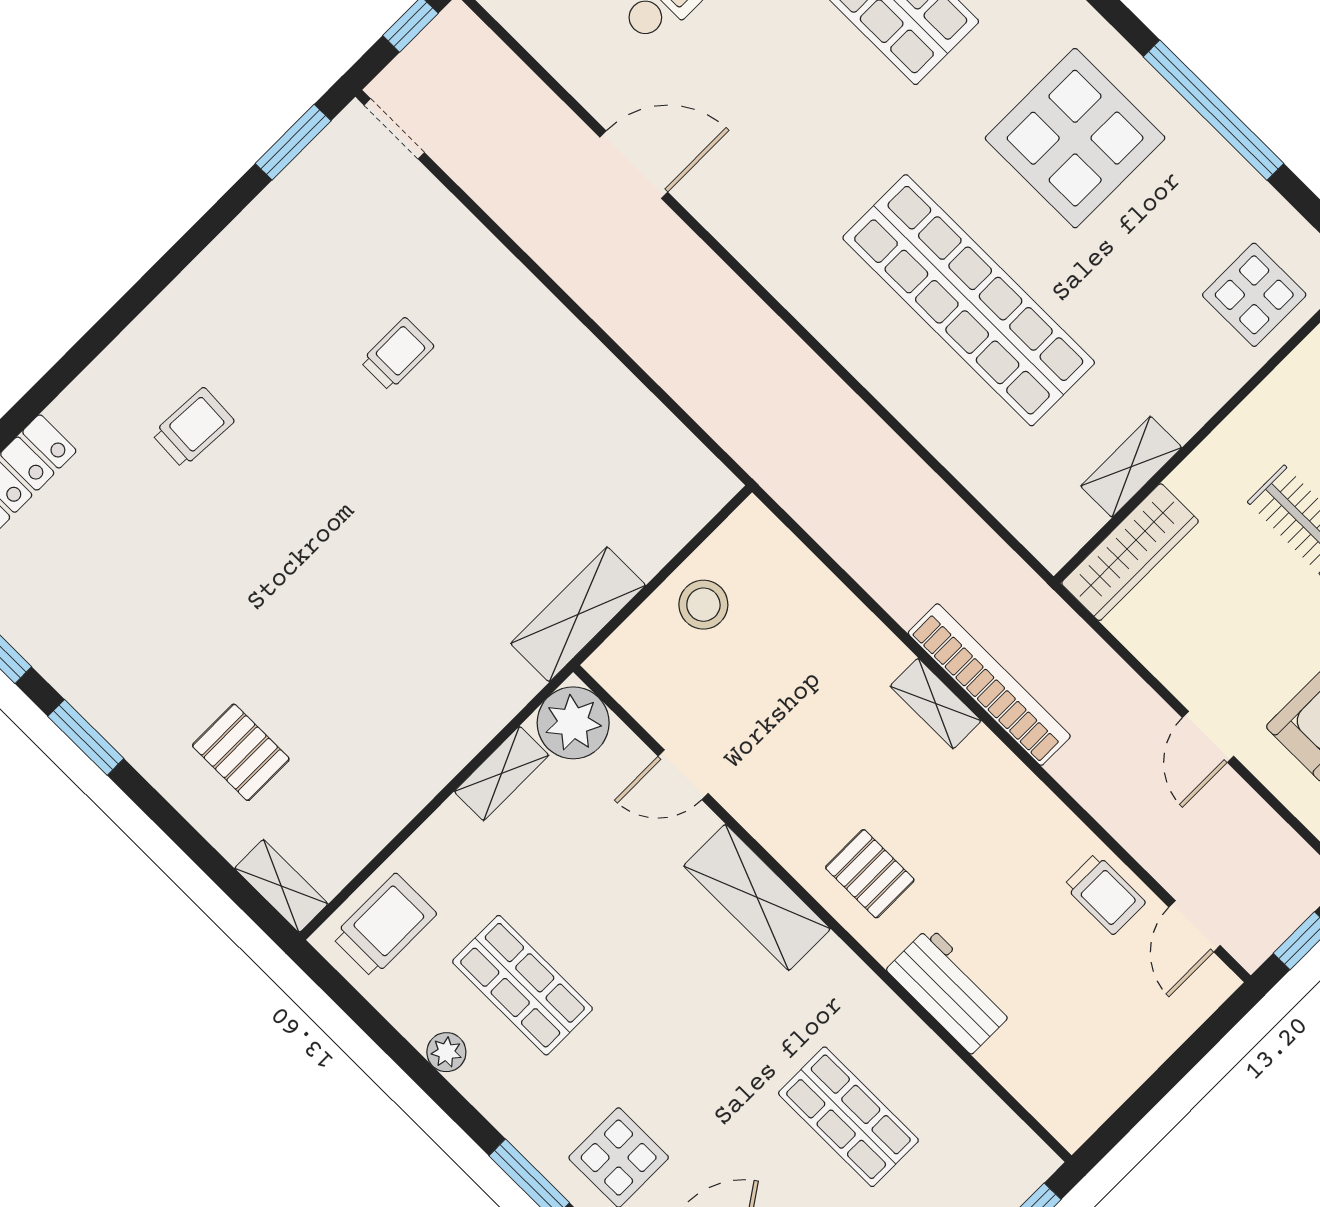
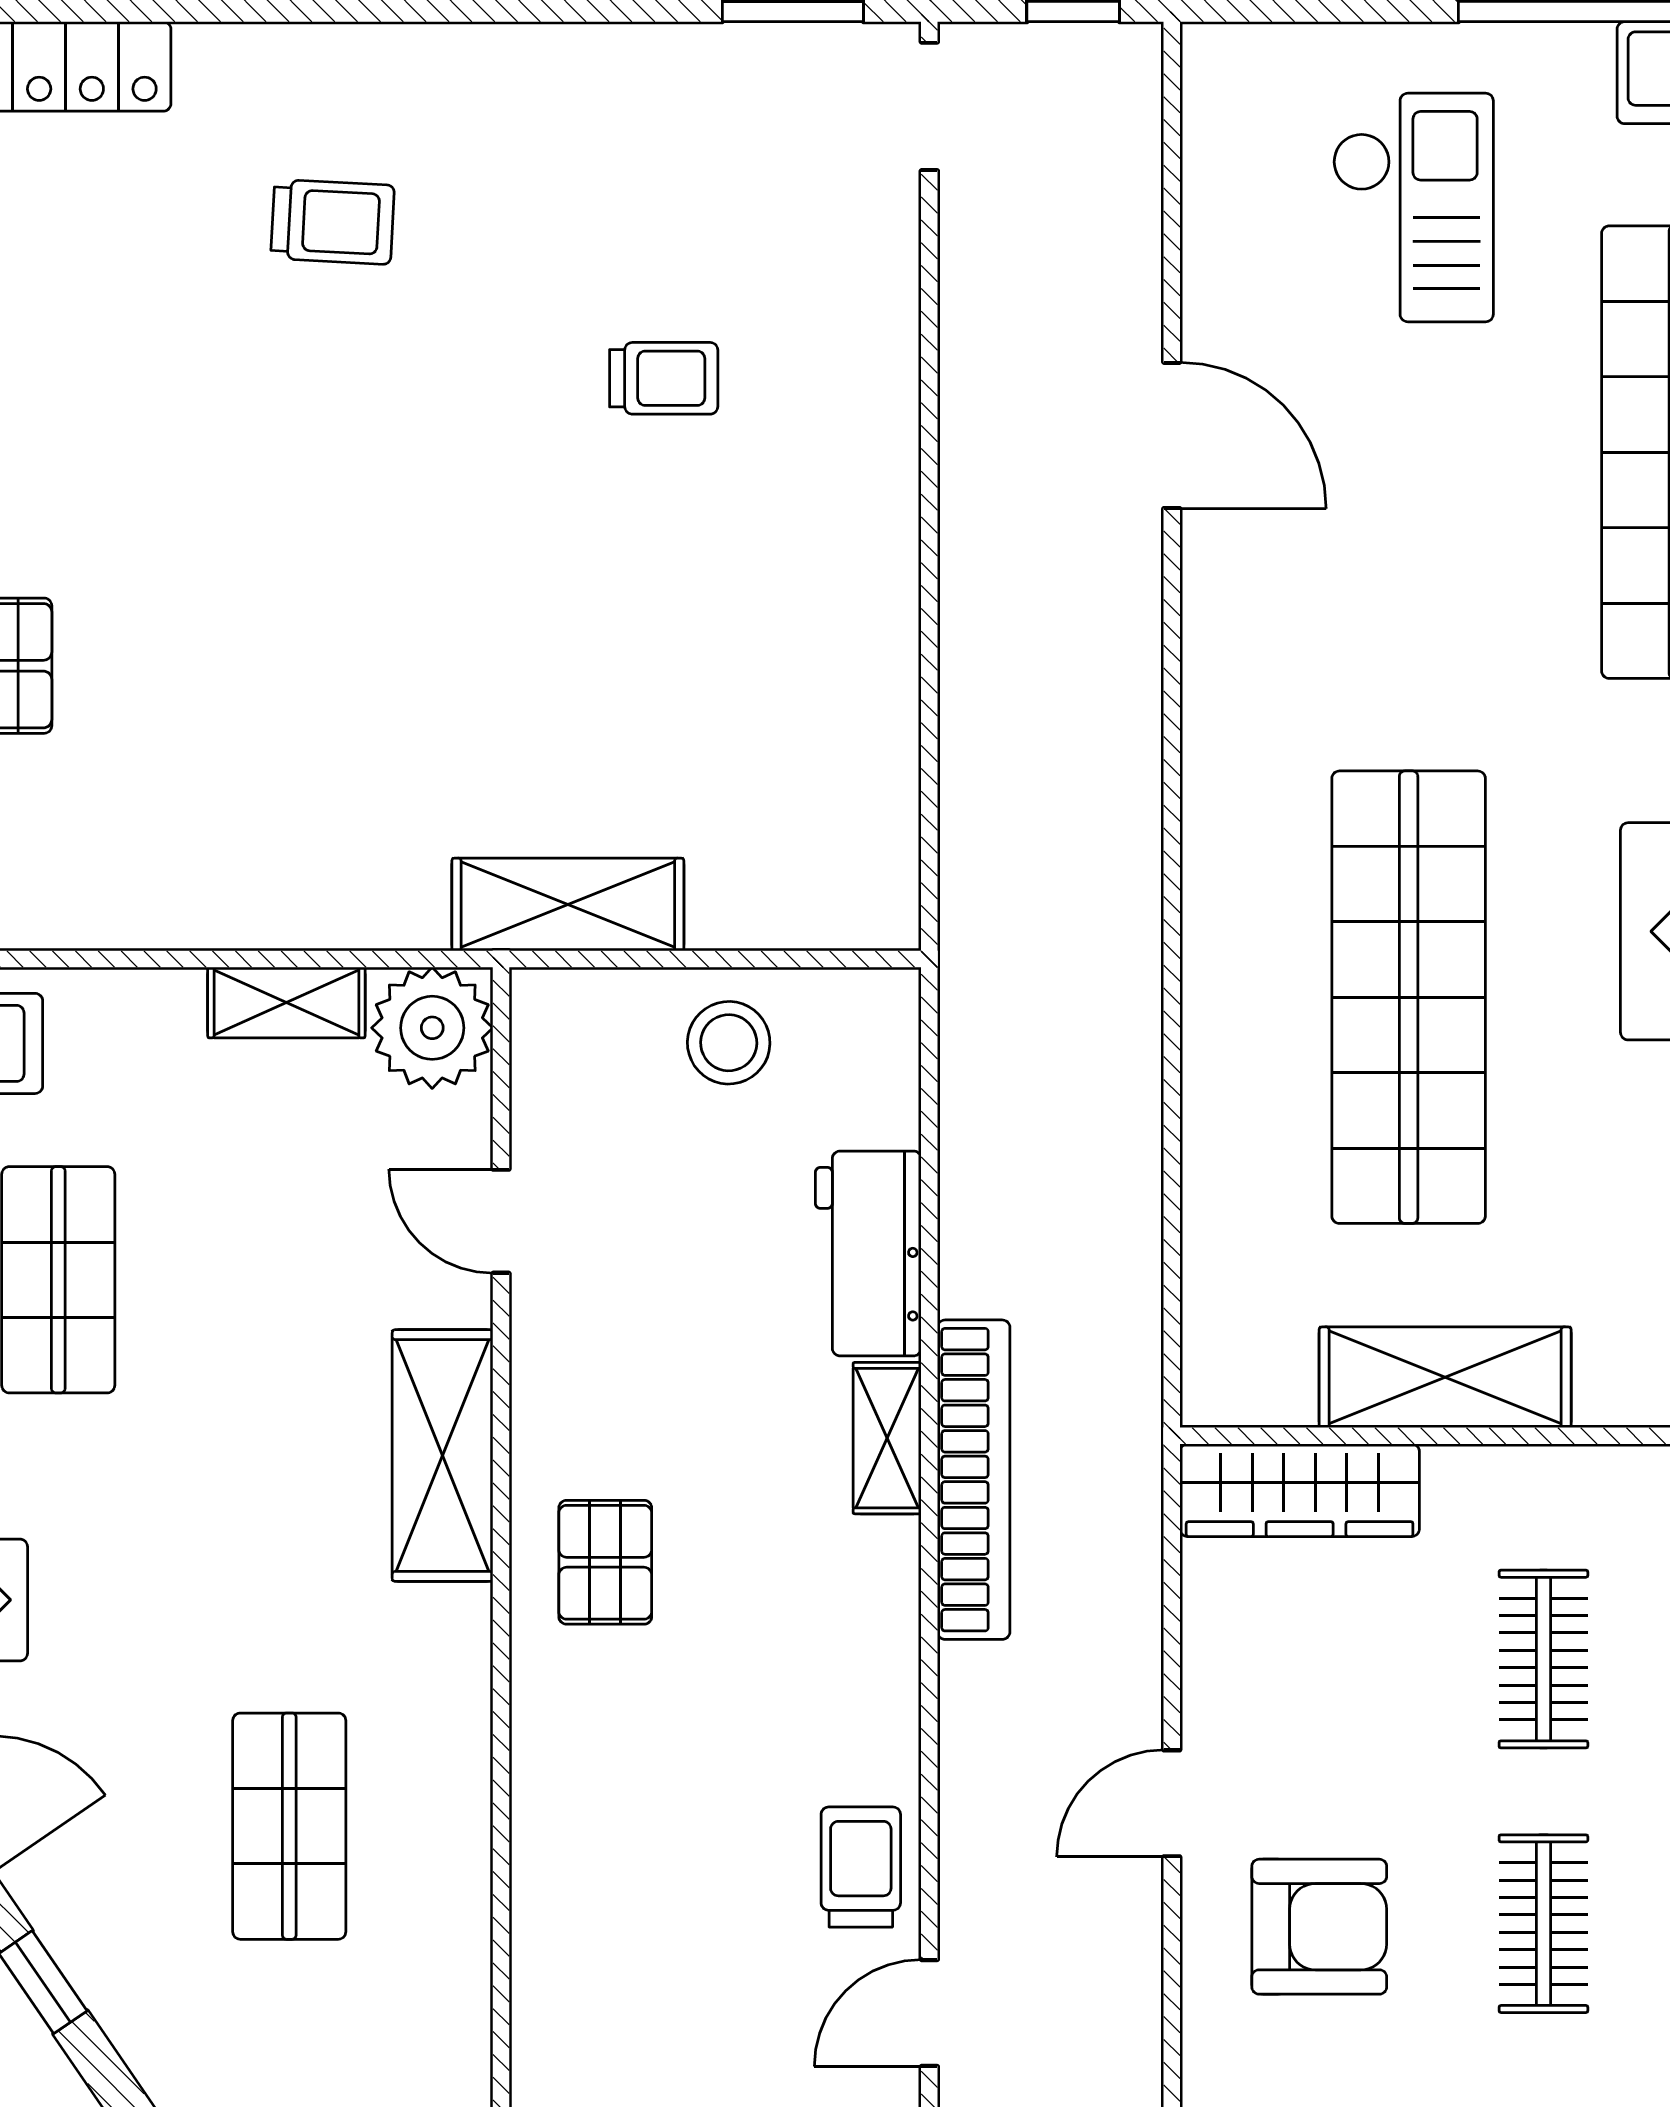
shelving: (1131, 467) -> (1445, 1377), width x1.50, depth x1.33
trolley: (1105, 894) -> (861, 1867), turned 180
workbench: (950, 990) -> (868, 1253), moved, turned 180

